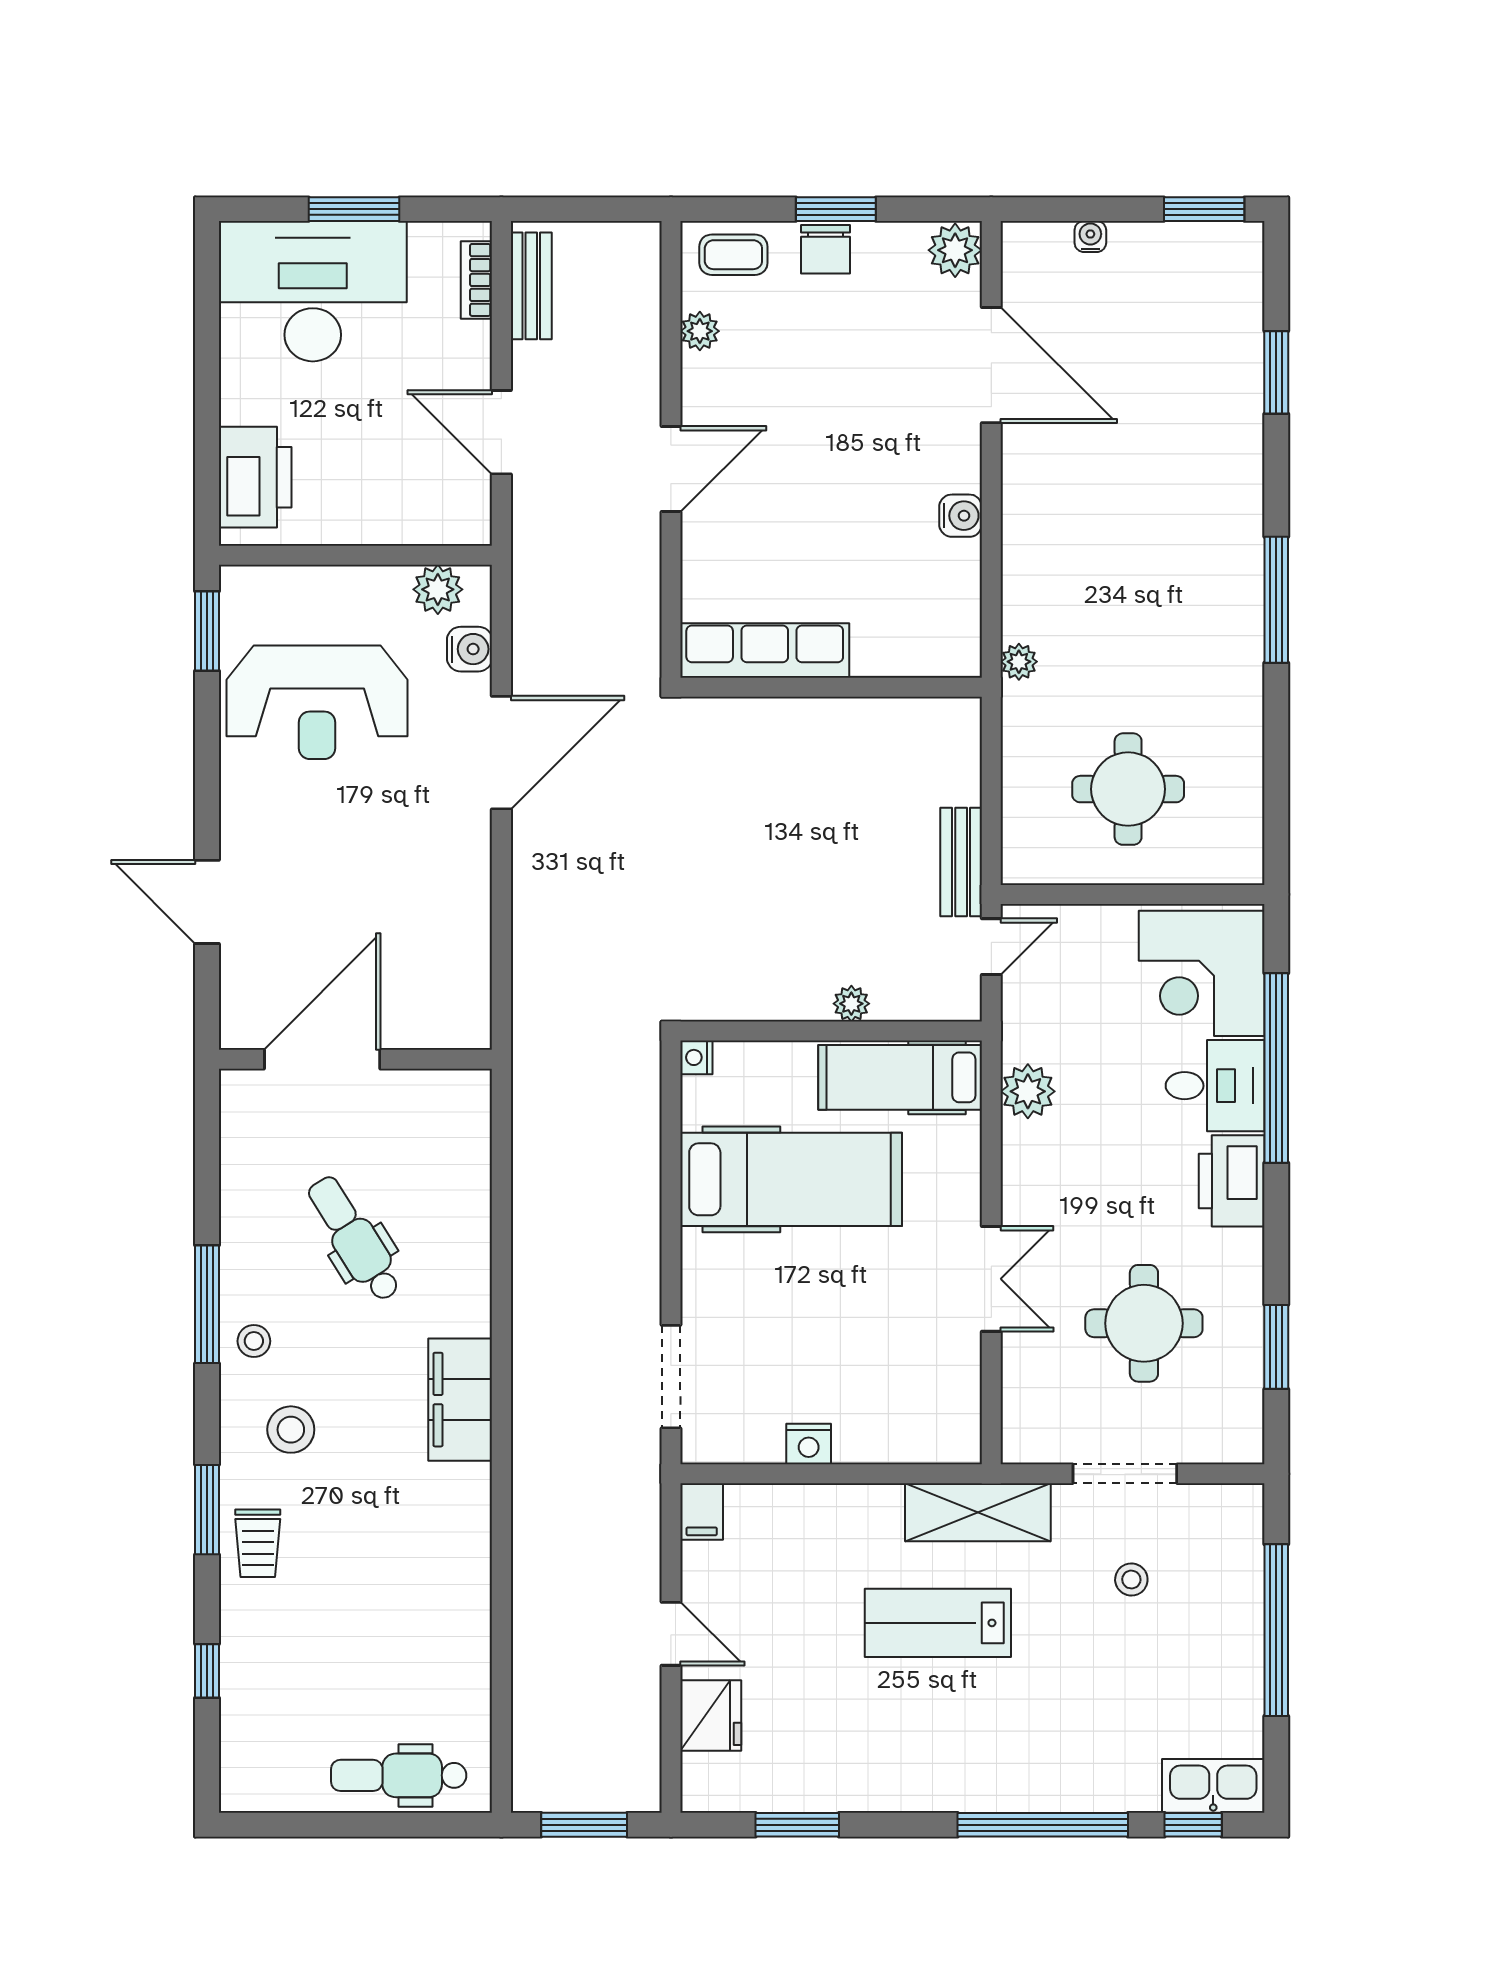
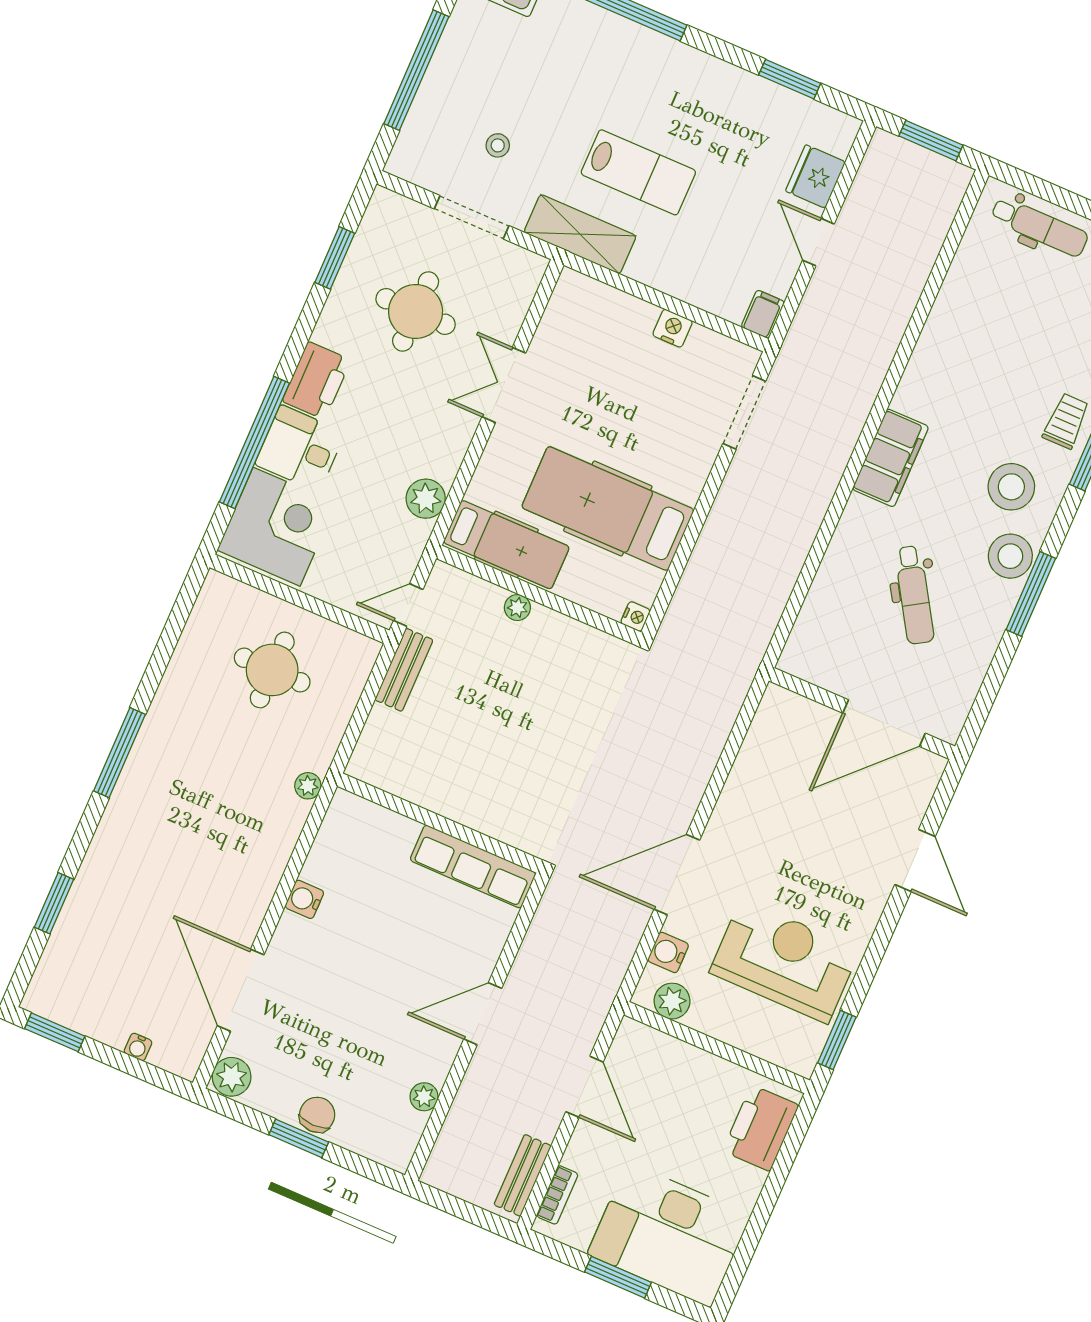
coffee table: (733, 255) -> (380, 1138), removed
stool: (254, 1341) -> (1010, 556), width x1.89, depth x1.89
stool: (291, 1430) -> (1011, 487), width x1.38, depth x1.38

